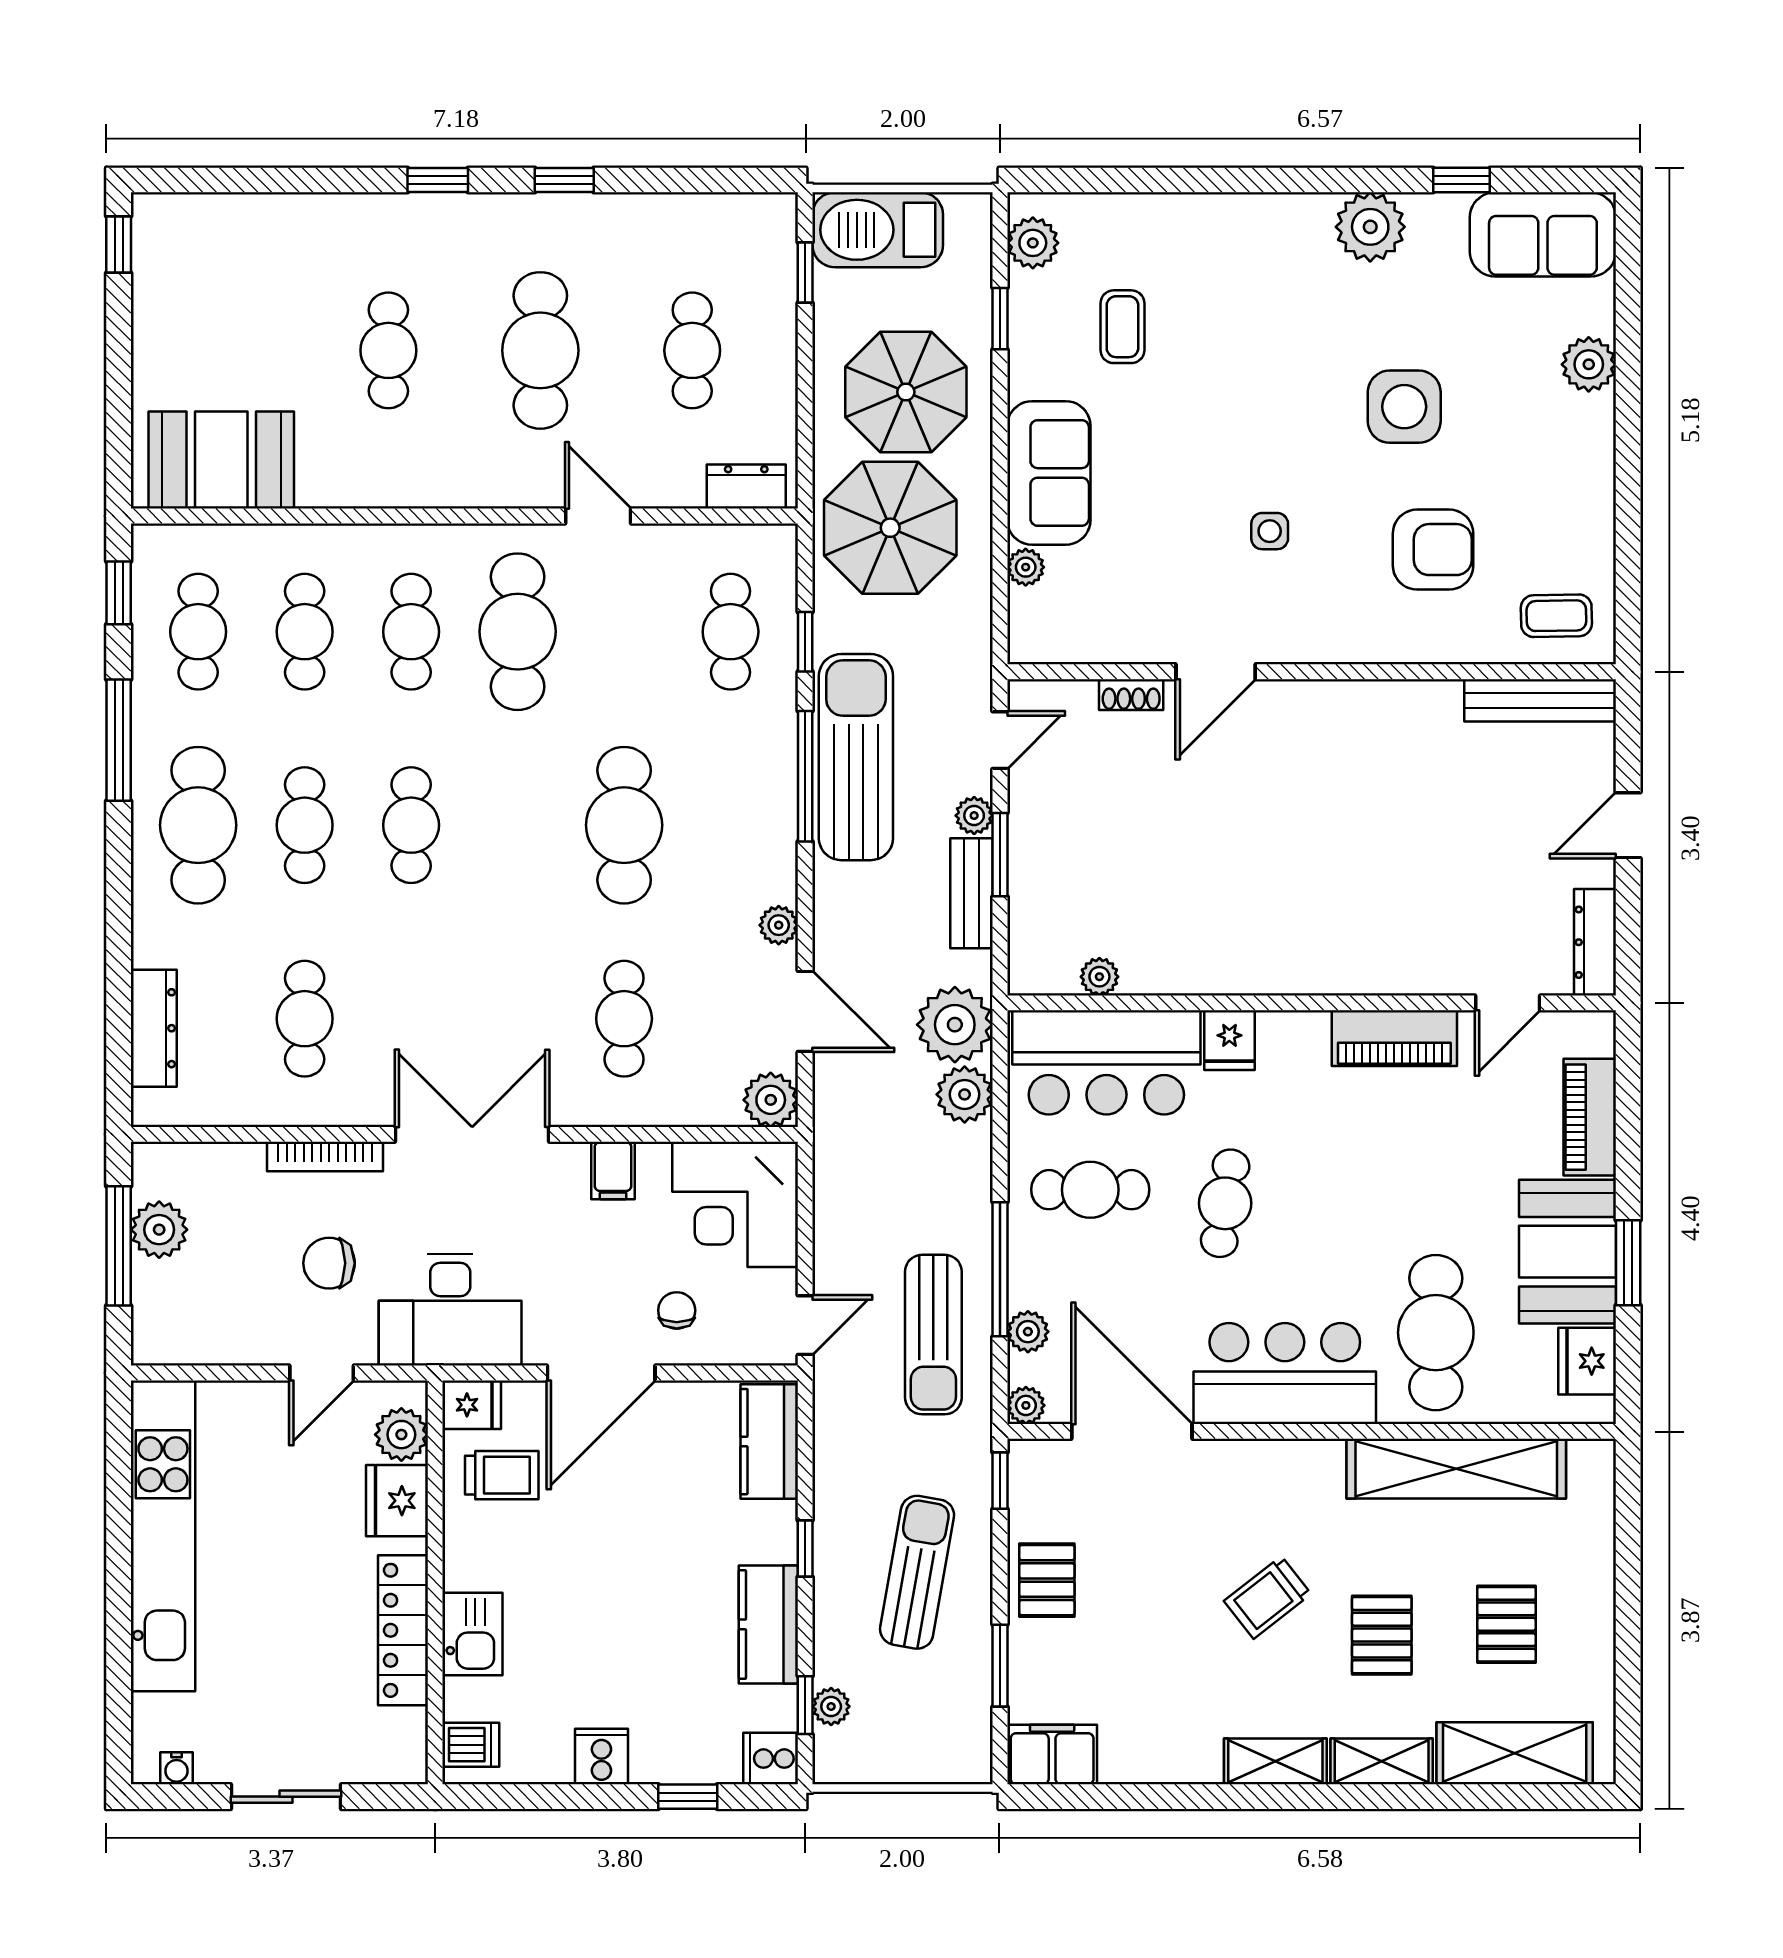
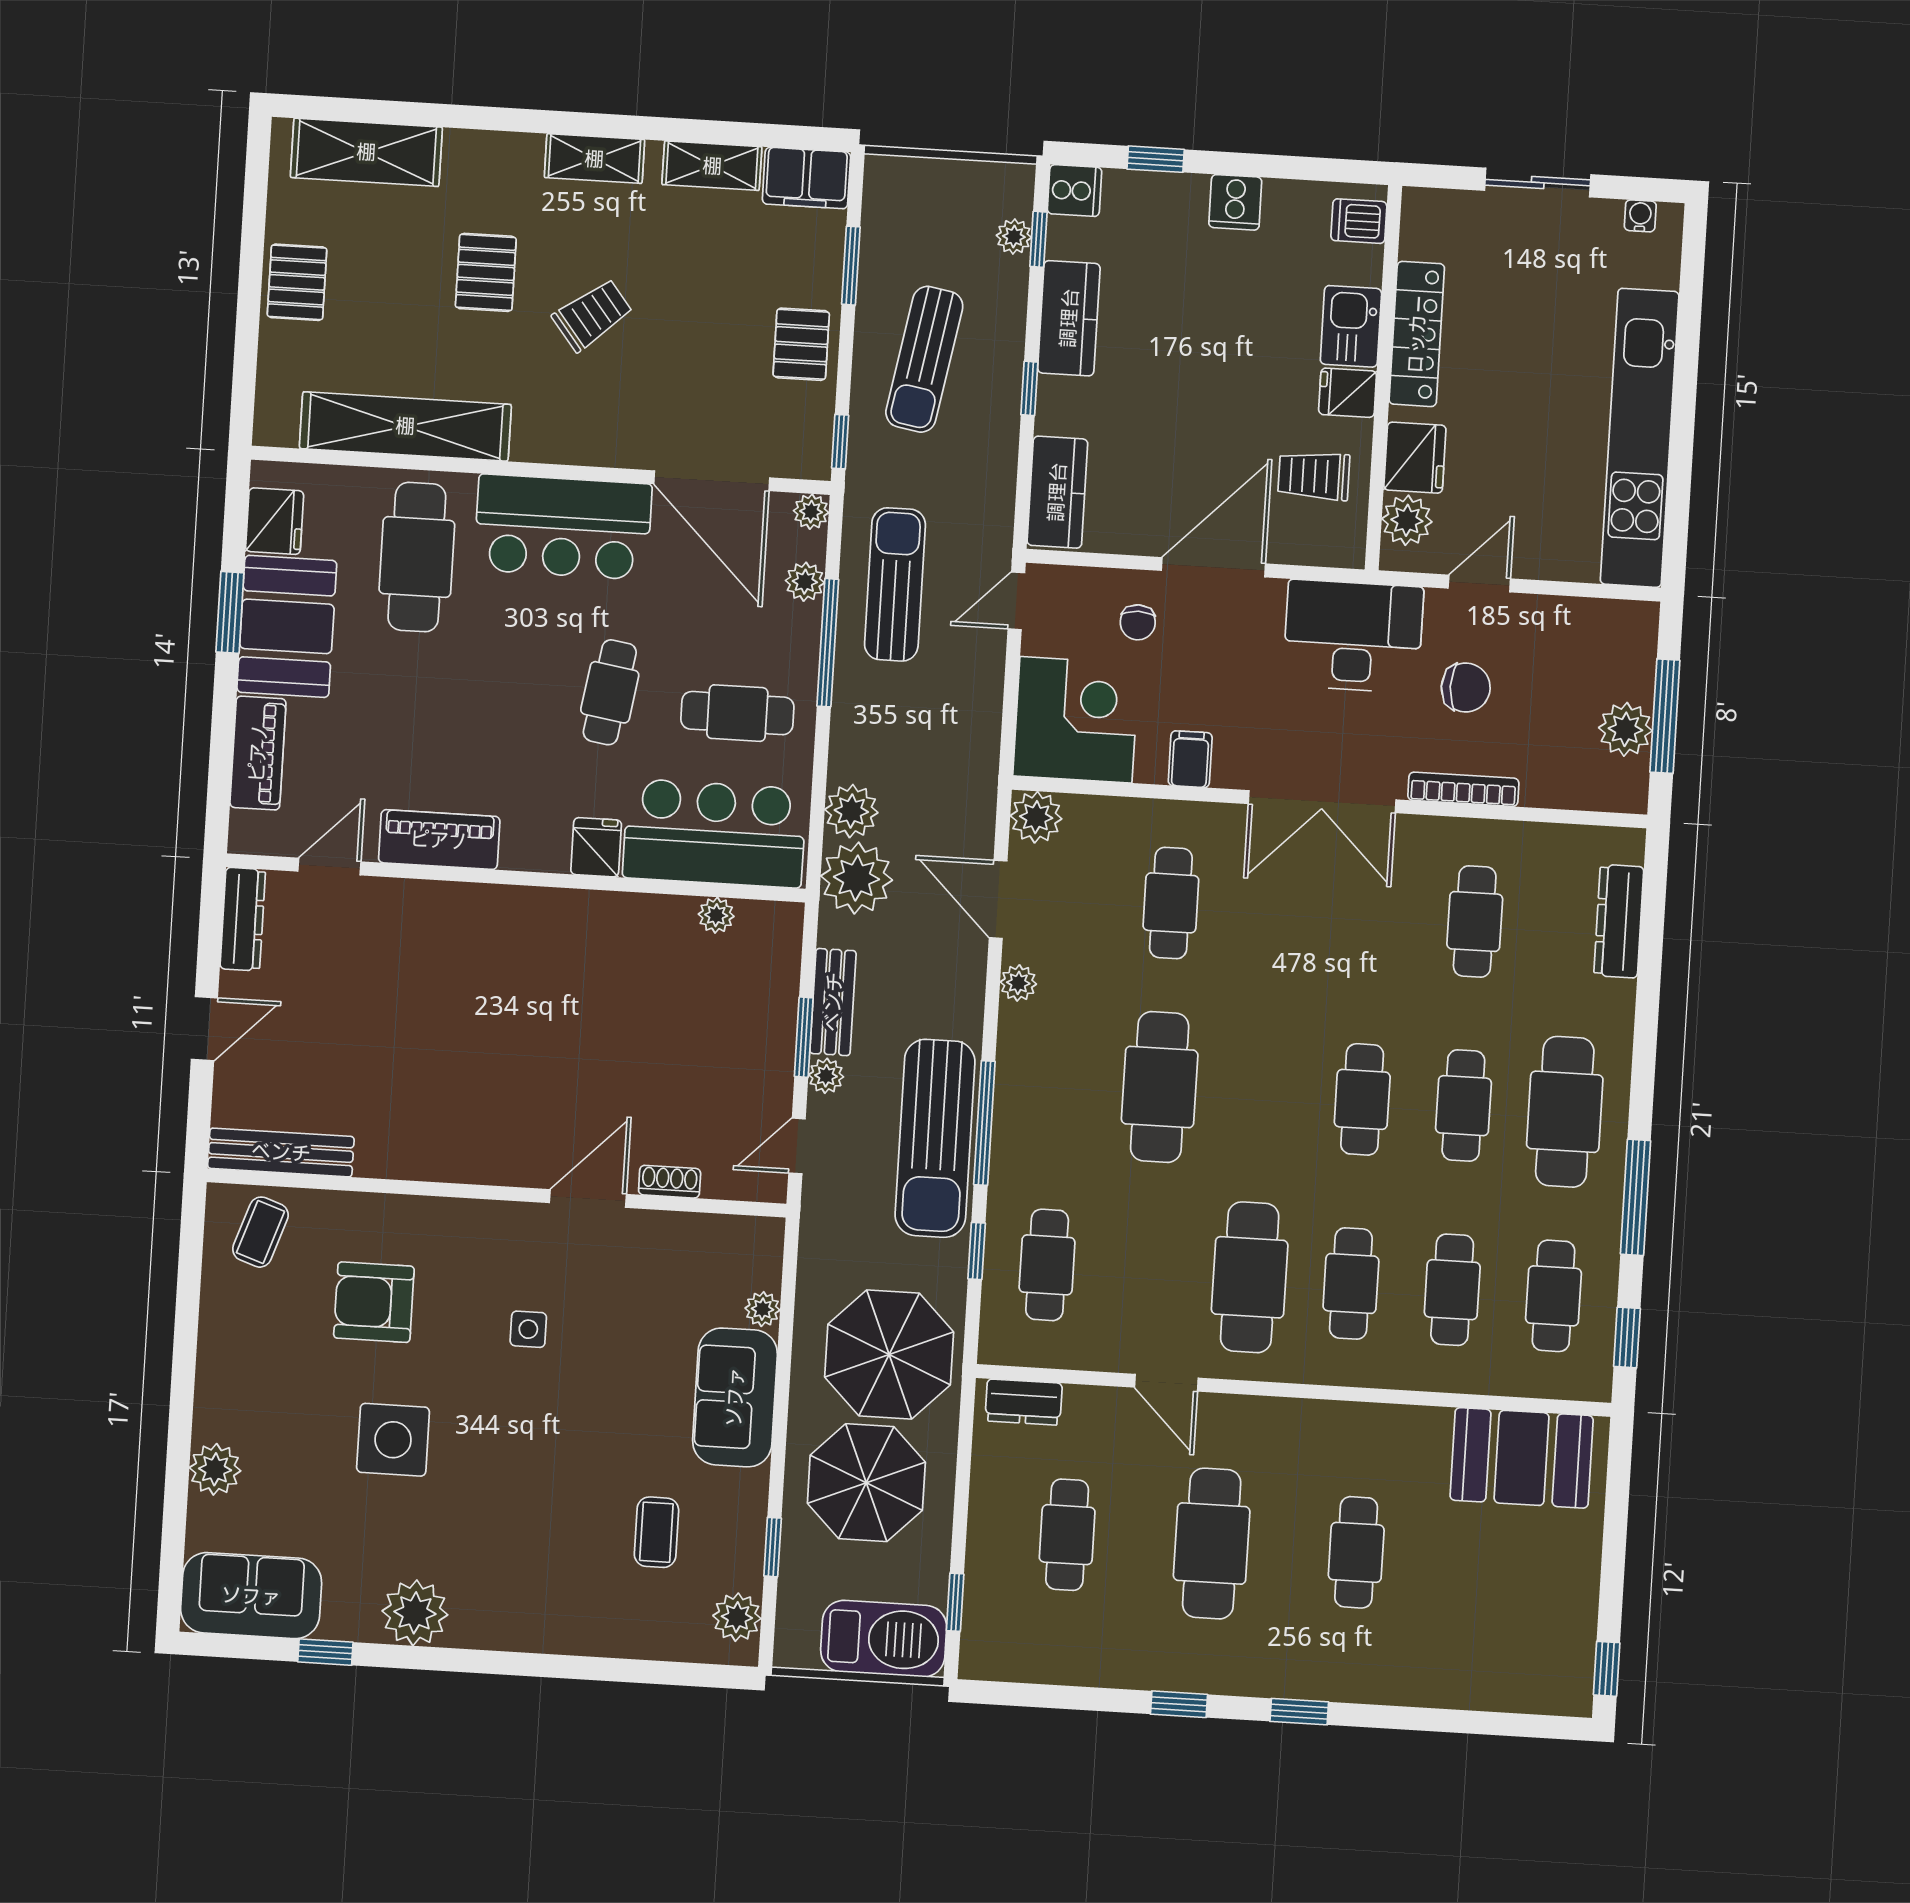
coffee table: (1556, 616) -> (260, 1232), turned -70
fridge: (472, 1405) -> (1348, 393), moved
pallet: (1506, 1624) -> (297, 282), moved
shelving: (1382, 1761) -> (712, 166), moved

